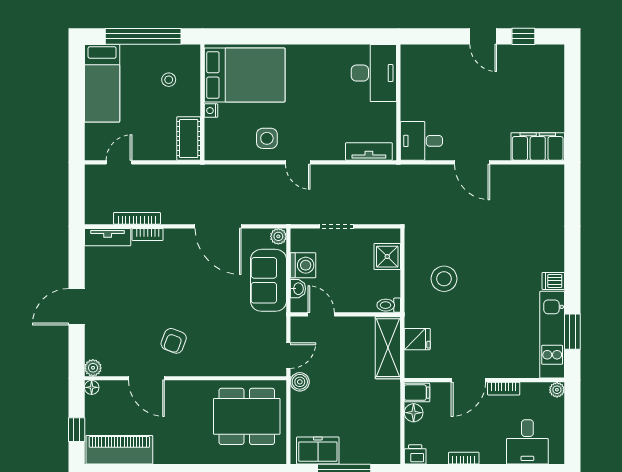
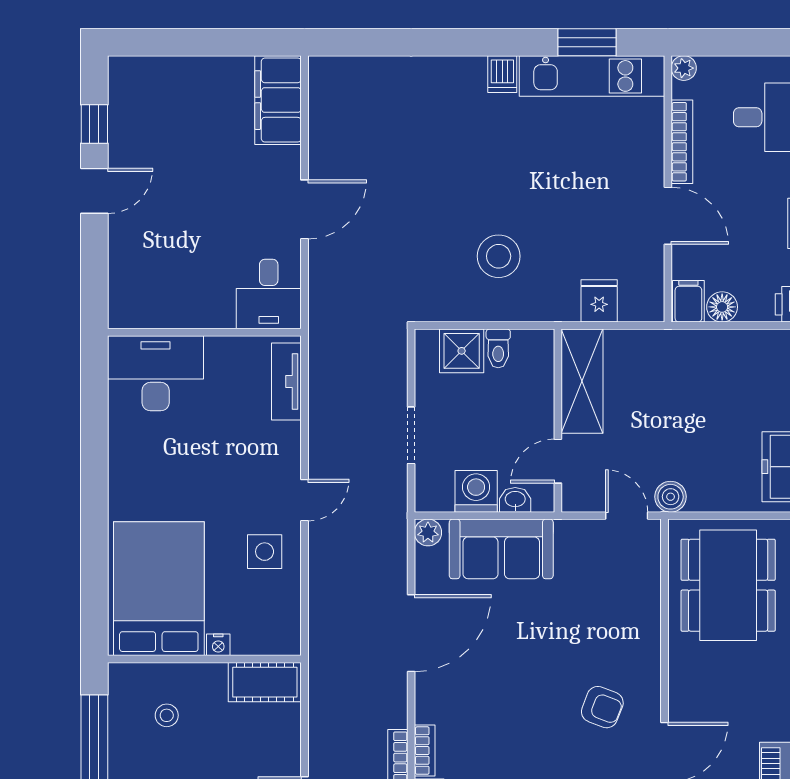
toilet: (389, 305) -> (498, 348), moved
shelving: (388, 348) -> (582, 381), moved, turned 90
bookcase: (504, 389) -> (682, 142), width x1.56

